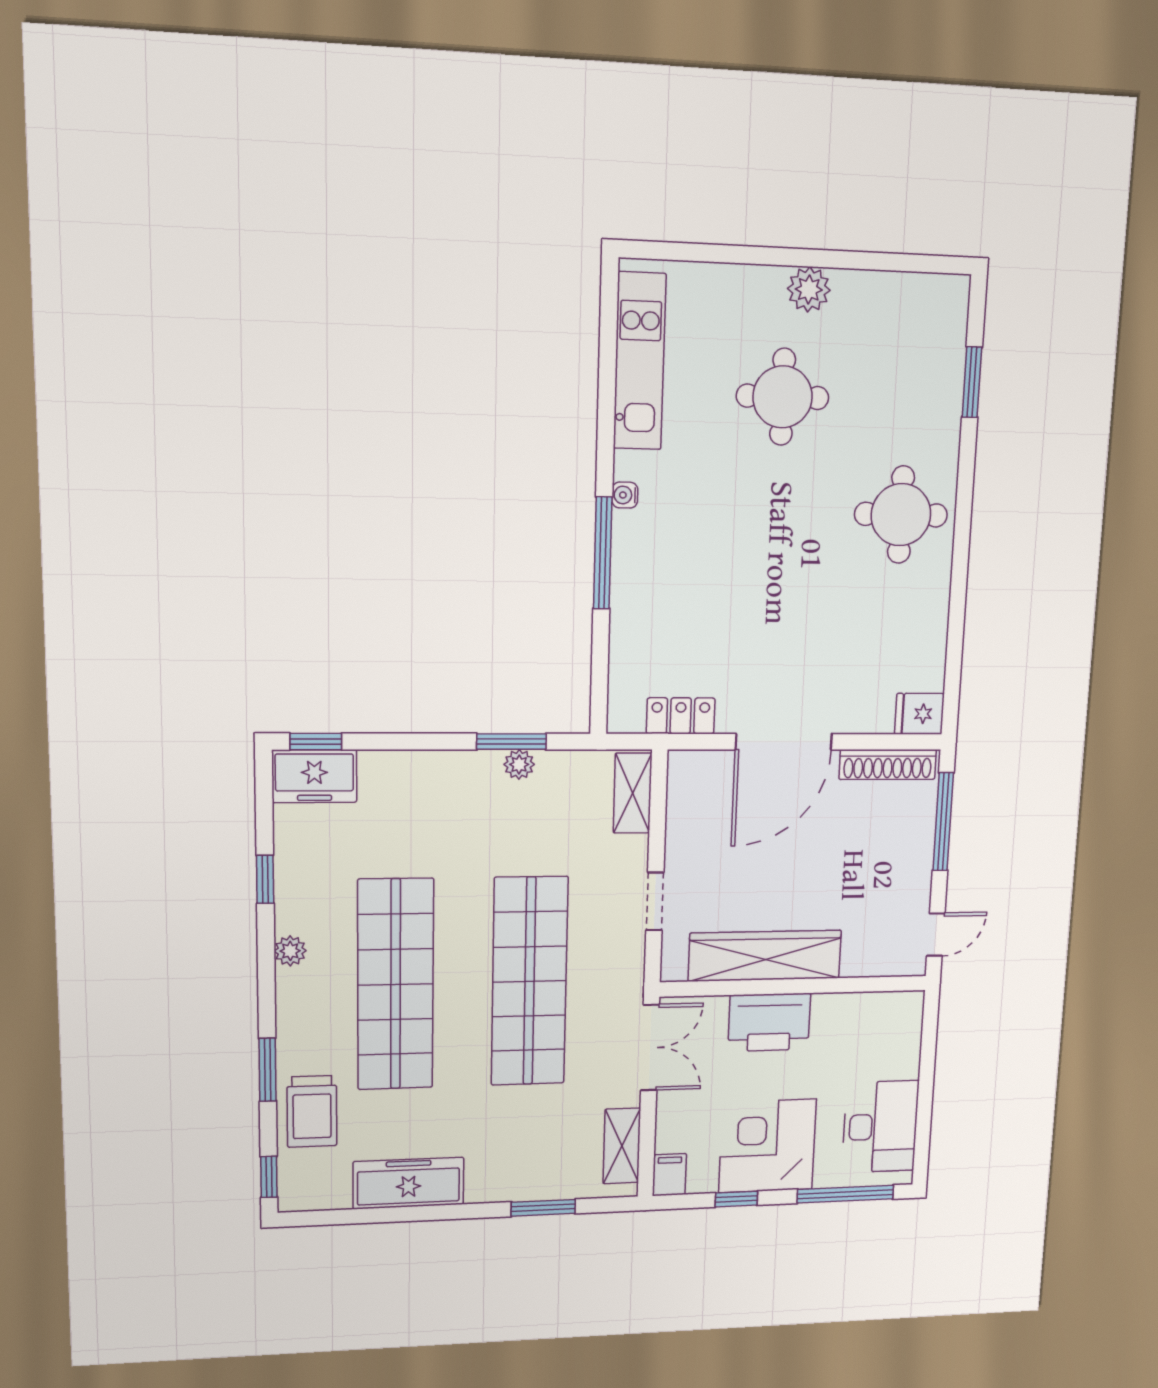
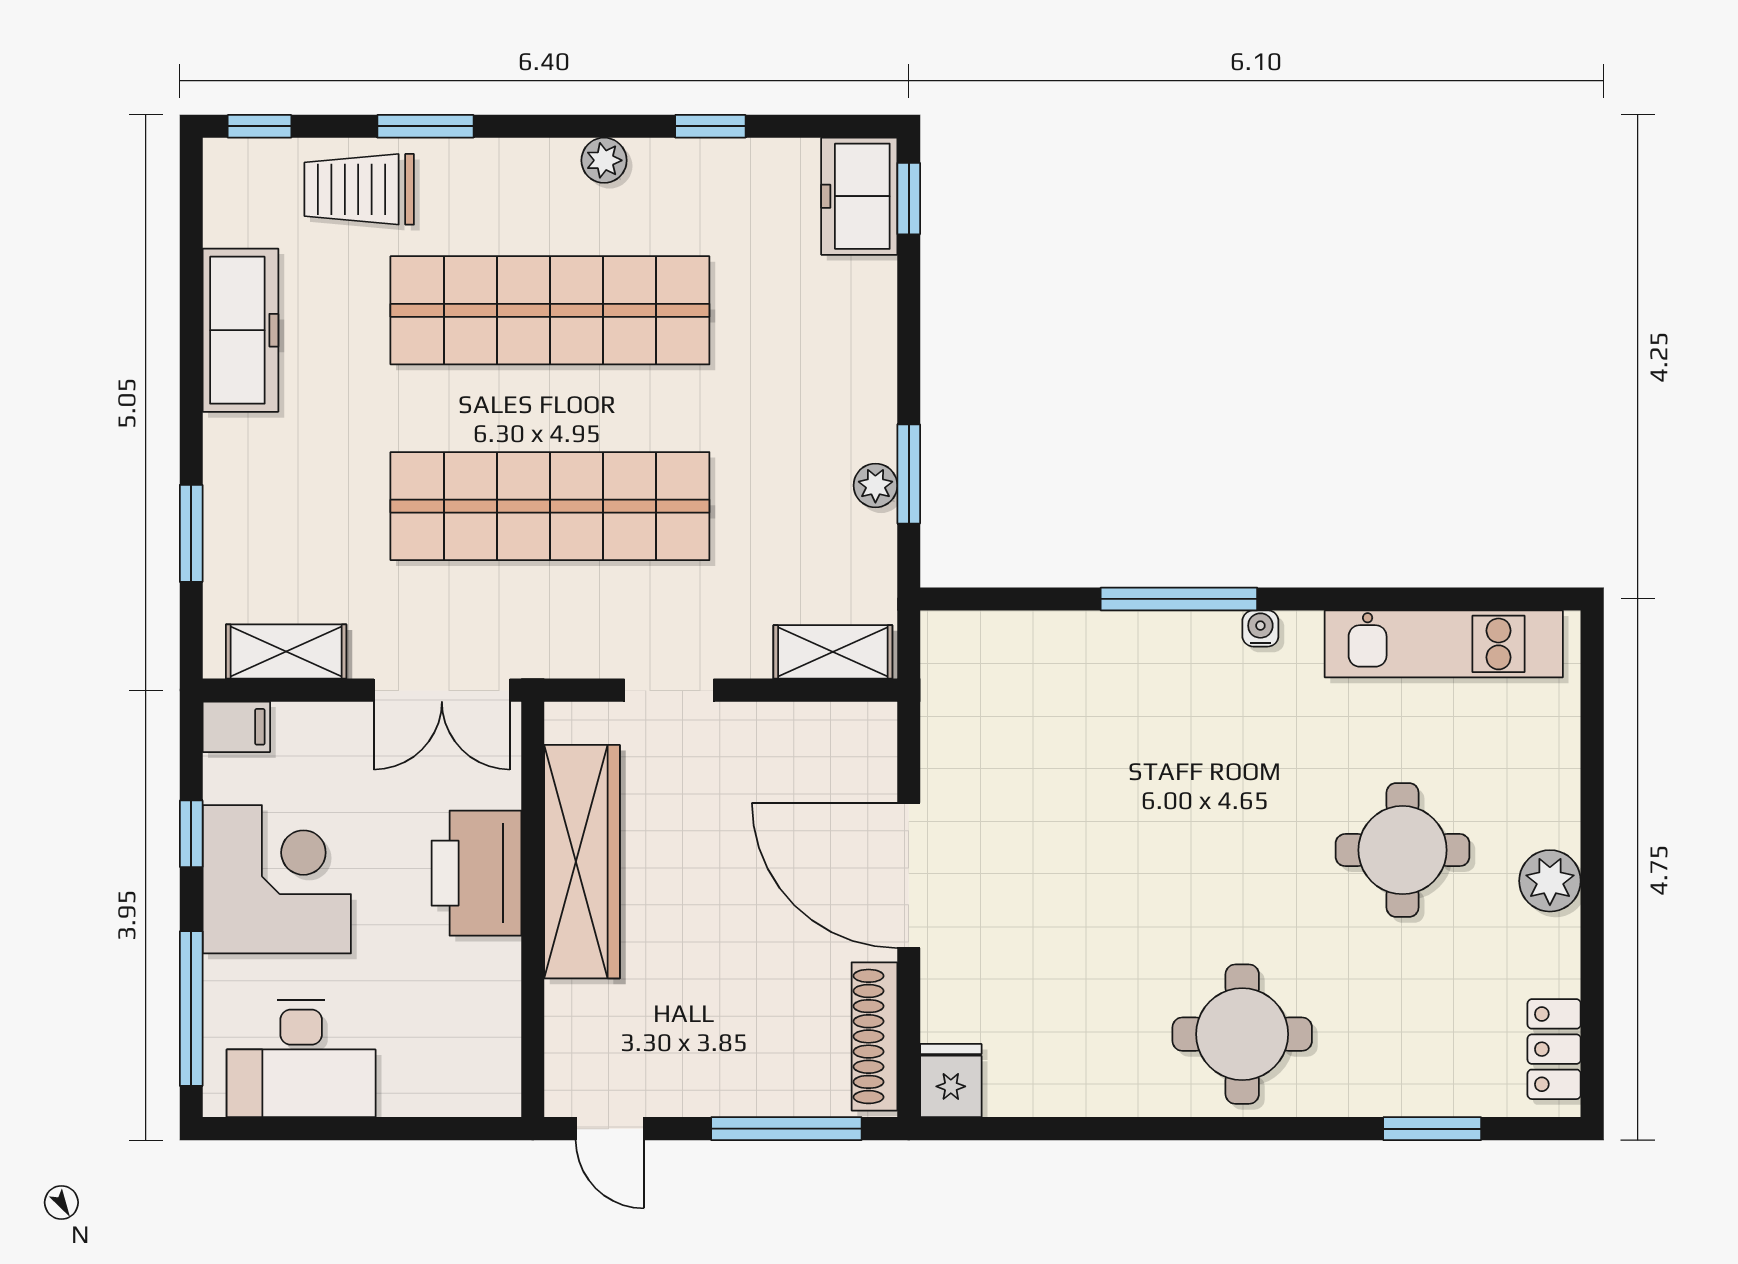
locker: (681, 716) -> (1554, 1049), moved, turned 180

